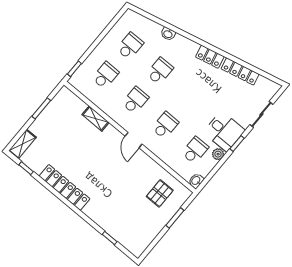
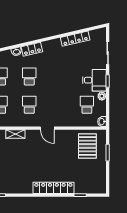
locker: (210, 57) -> (32, 49), moved
school desk: (165, 125) -> (58, 105), removed
locker: (64, 187) -> (53, 188), moved
pallet: (160, 193) -> (87, 146), width x1.50, depth x1.42

